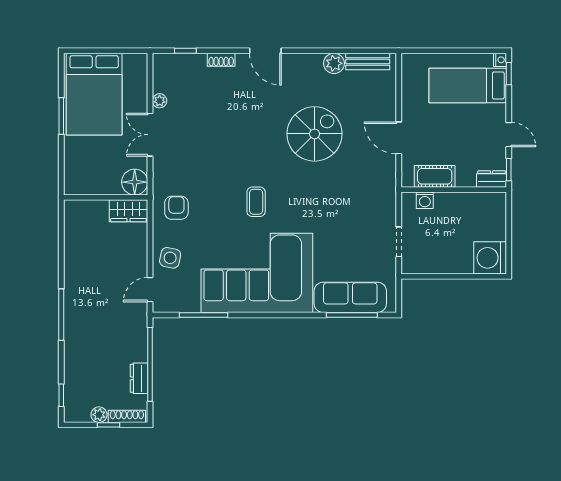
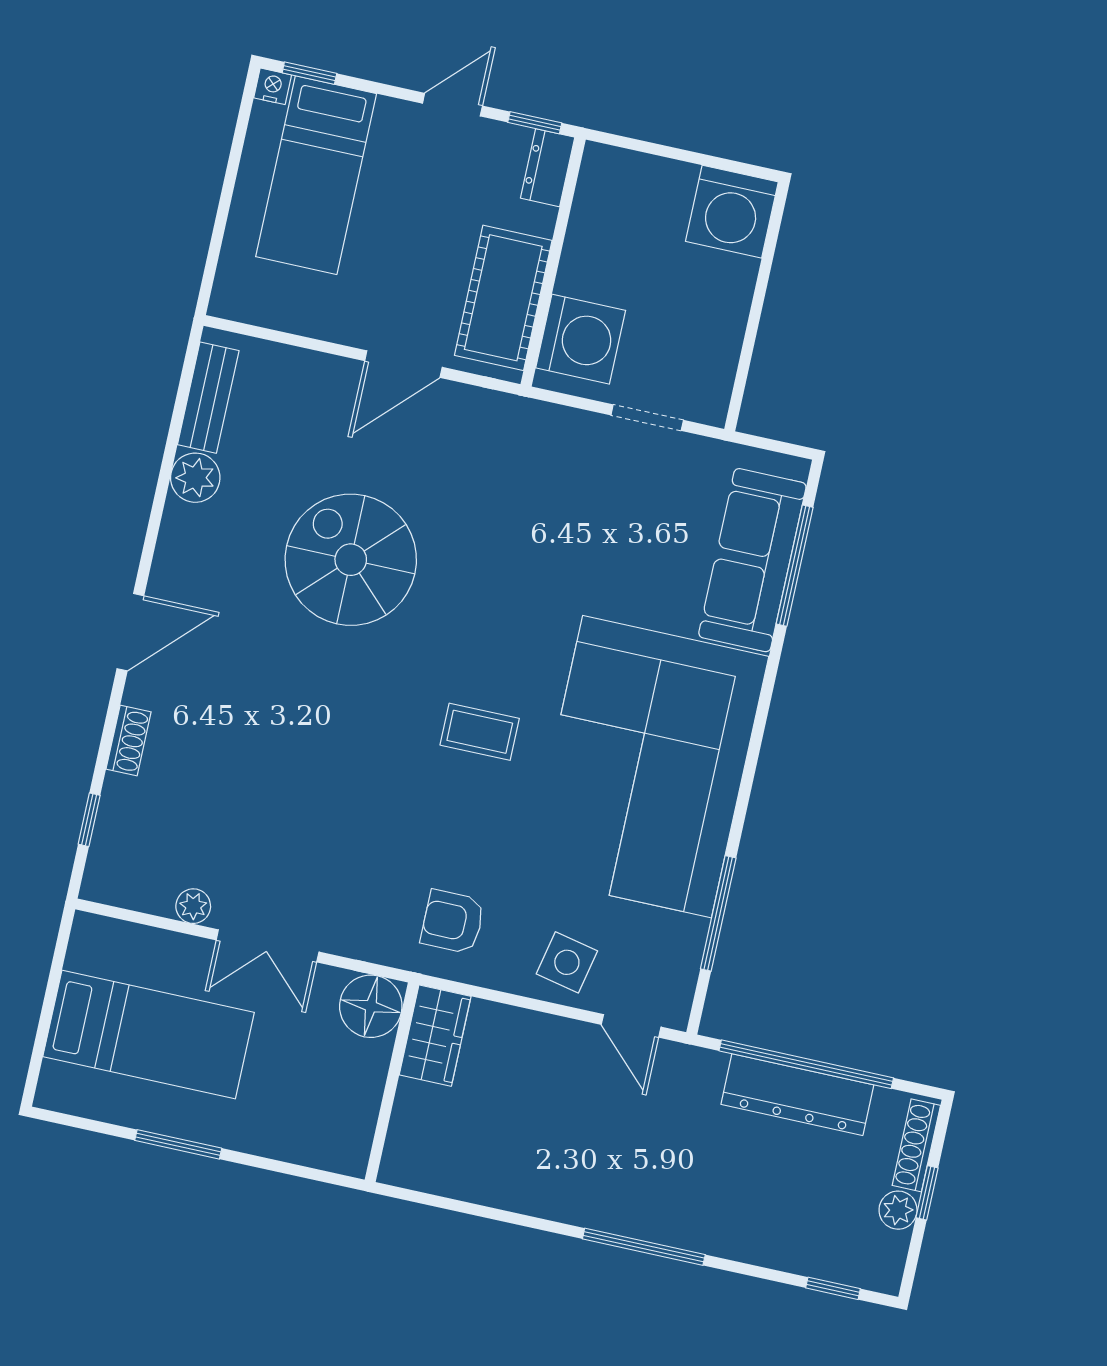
bed: (94, 94) -> (149, 1035), width x0.67
cot: (435, 176) -> (503, 298), width x1.37, depth x1.34
washing machine: (425, 200) -> (581, 339), width x1.89, depth x1.89
dresser: (139, 378) -> (797, 1095), width x1.96, depth x1.24

